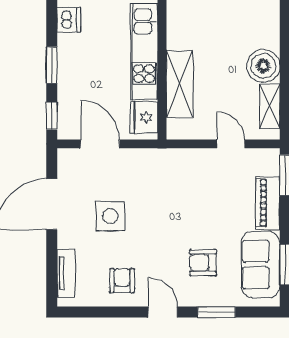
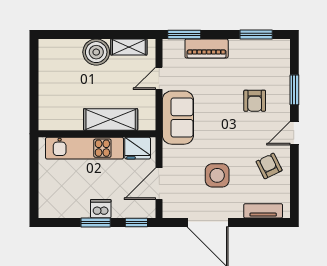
dishwasher: (69, 20) -> (101, 209), moved
sofa: (261, 265) -> (178, 118), moved, turned -90
armchair: (122, 281) -> (269, 166), turned 64

